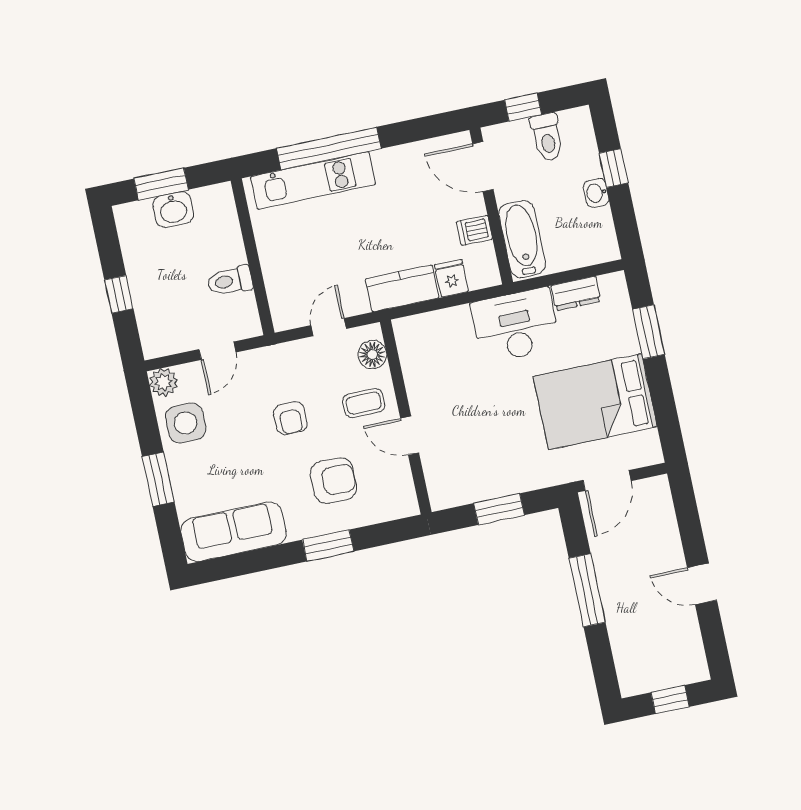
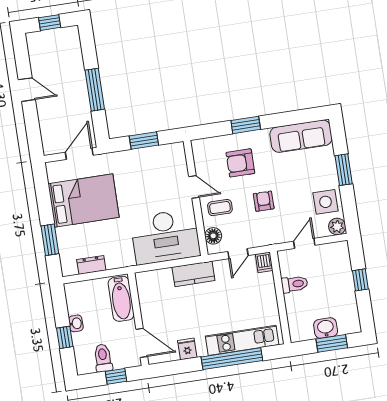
dishwasher: (474, 230) -> (264, 262), moved, turned 90
fridge: (451, 278) -> (187, 349), moved, turned 180
desk: (516, 325) -> (165, 237), moved, width x1.36, depth x1.30

